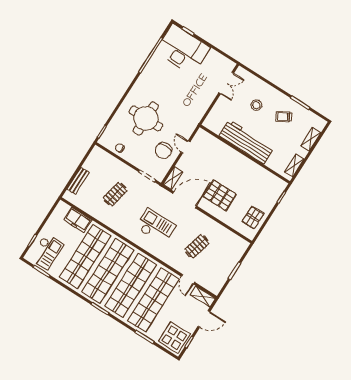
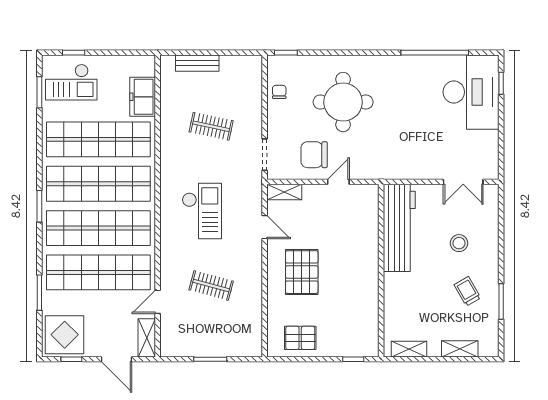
workbench: (247, 142) -> (399, 228), moved
door: (185, 200) -> (265, 227), width x0.53

